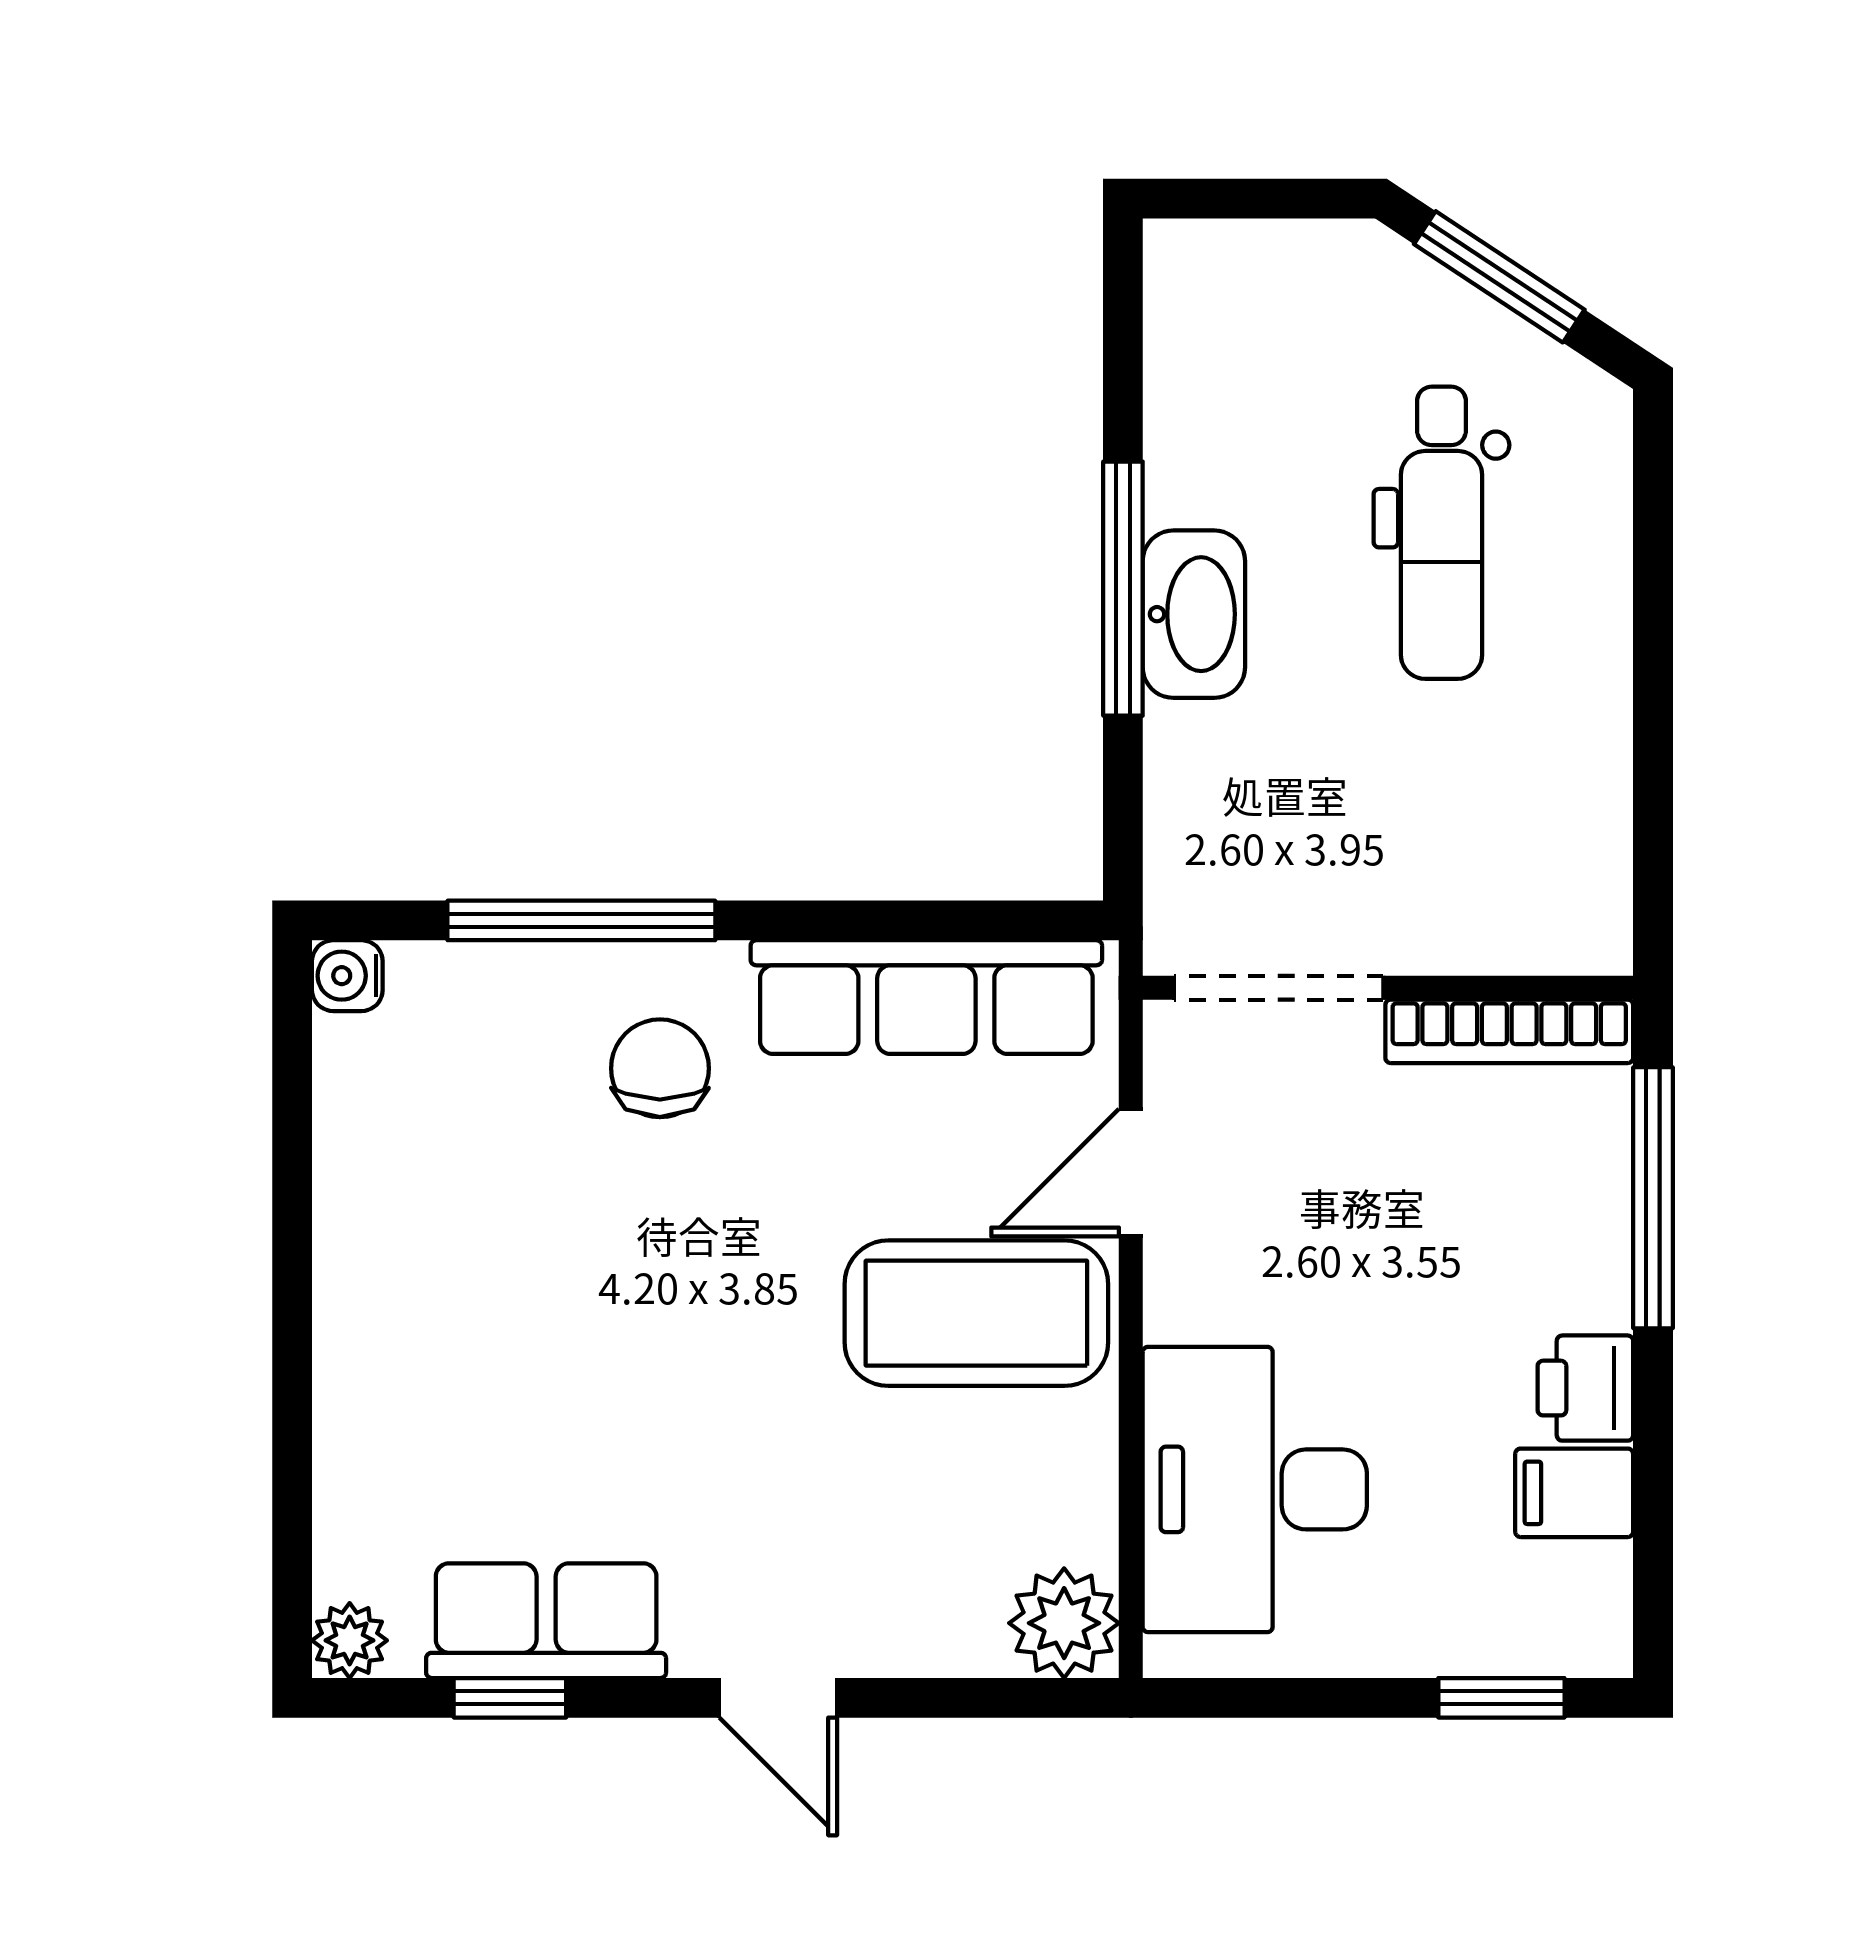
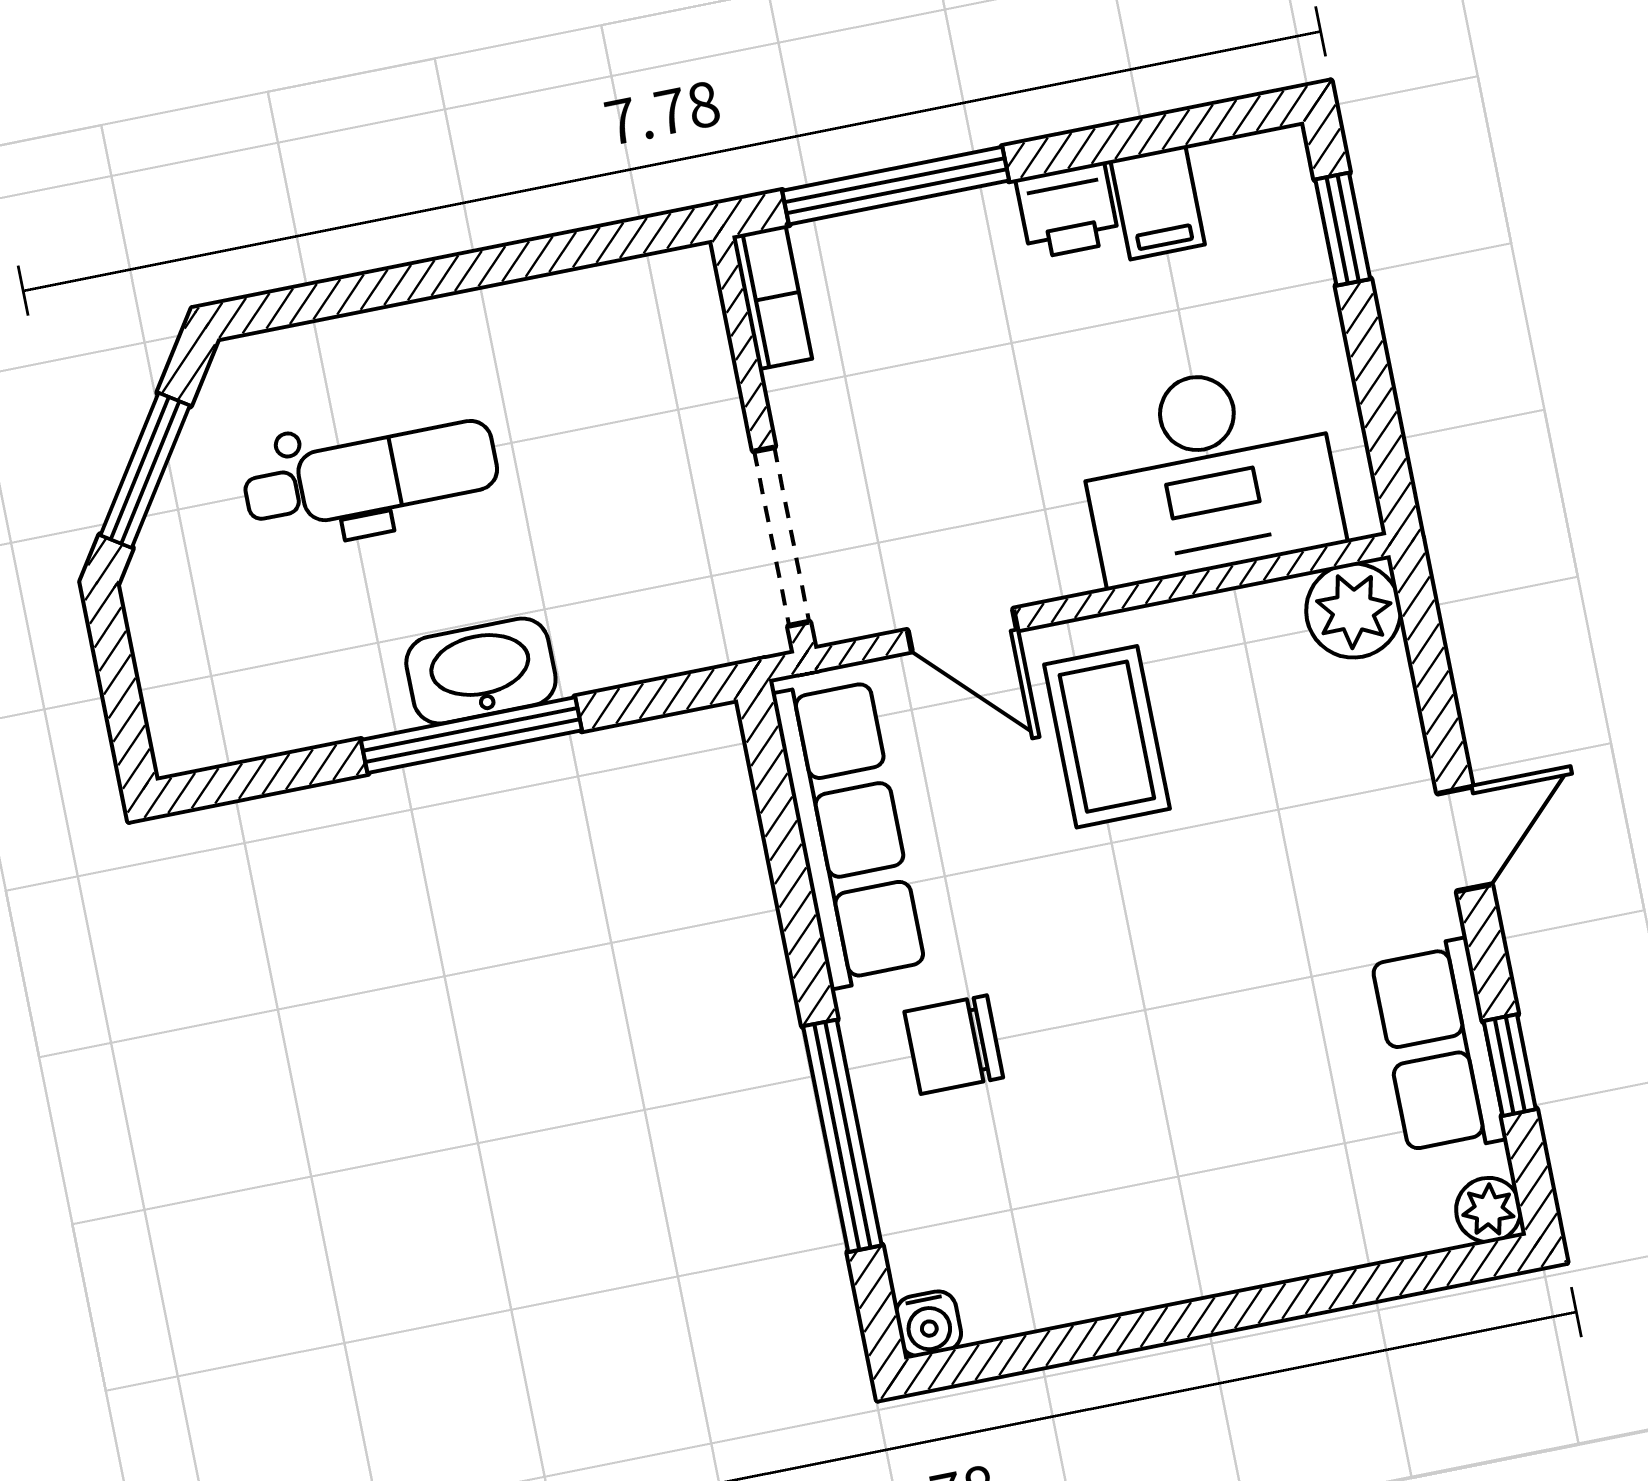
bookcase: (1509, 1031) -> (772, 297), width x0.64
coffee table: (976, 1313) -> (1107, 737), width x0.73, depth x0.76

